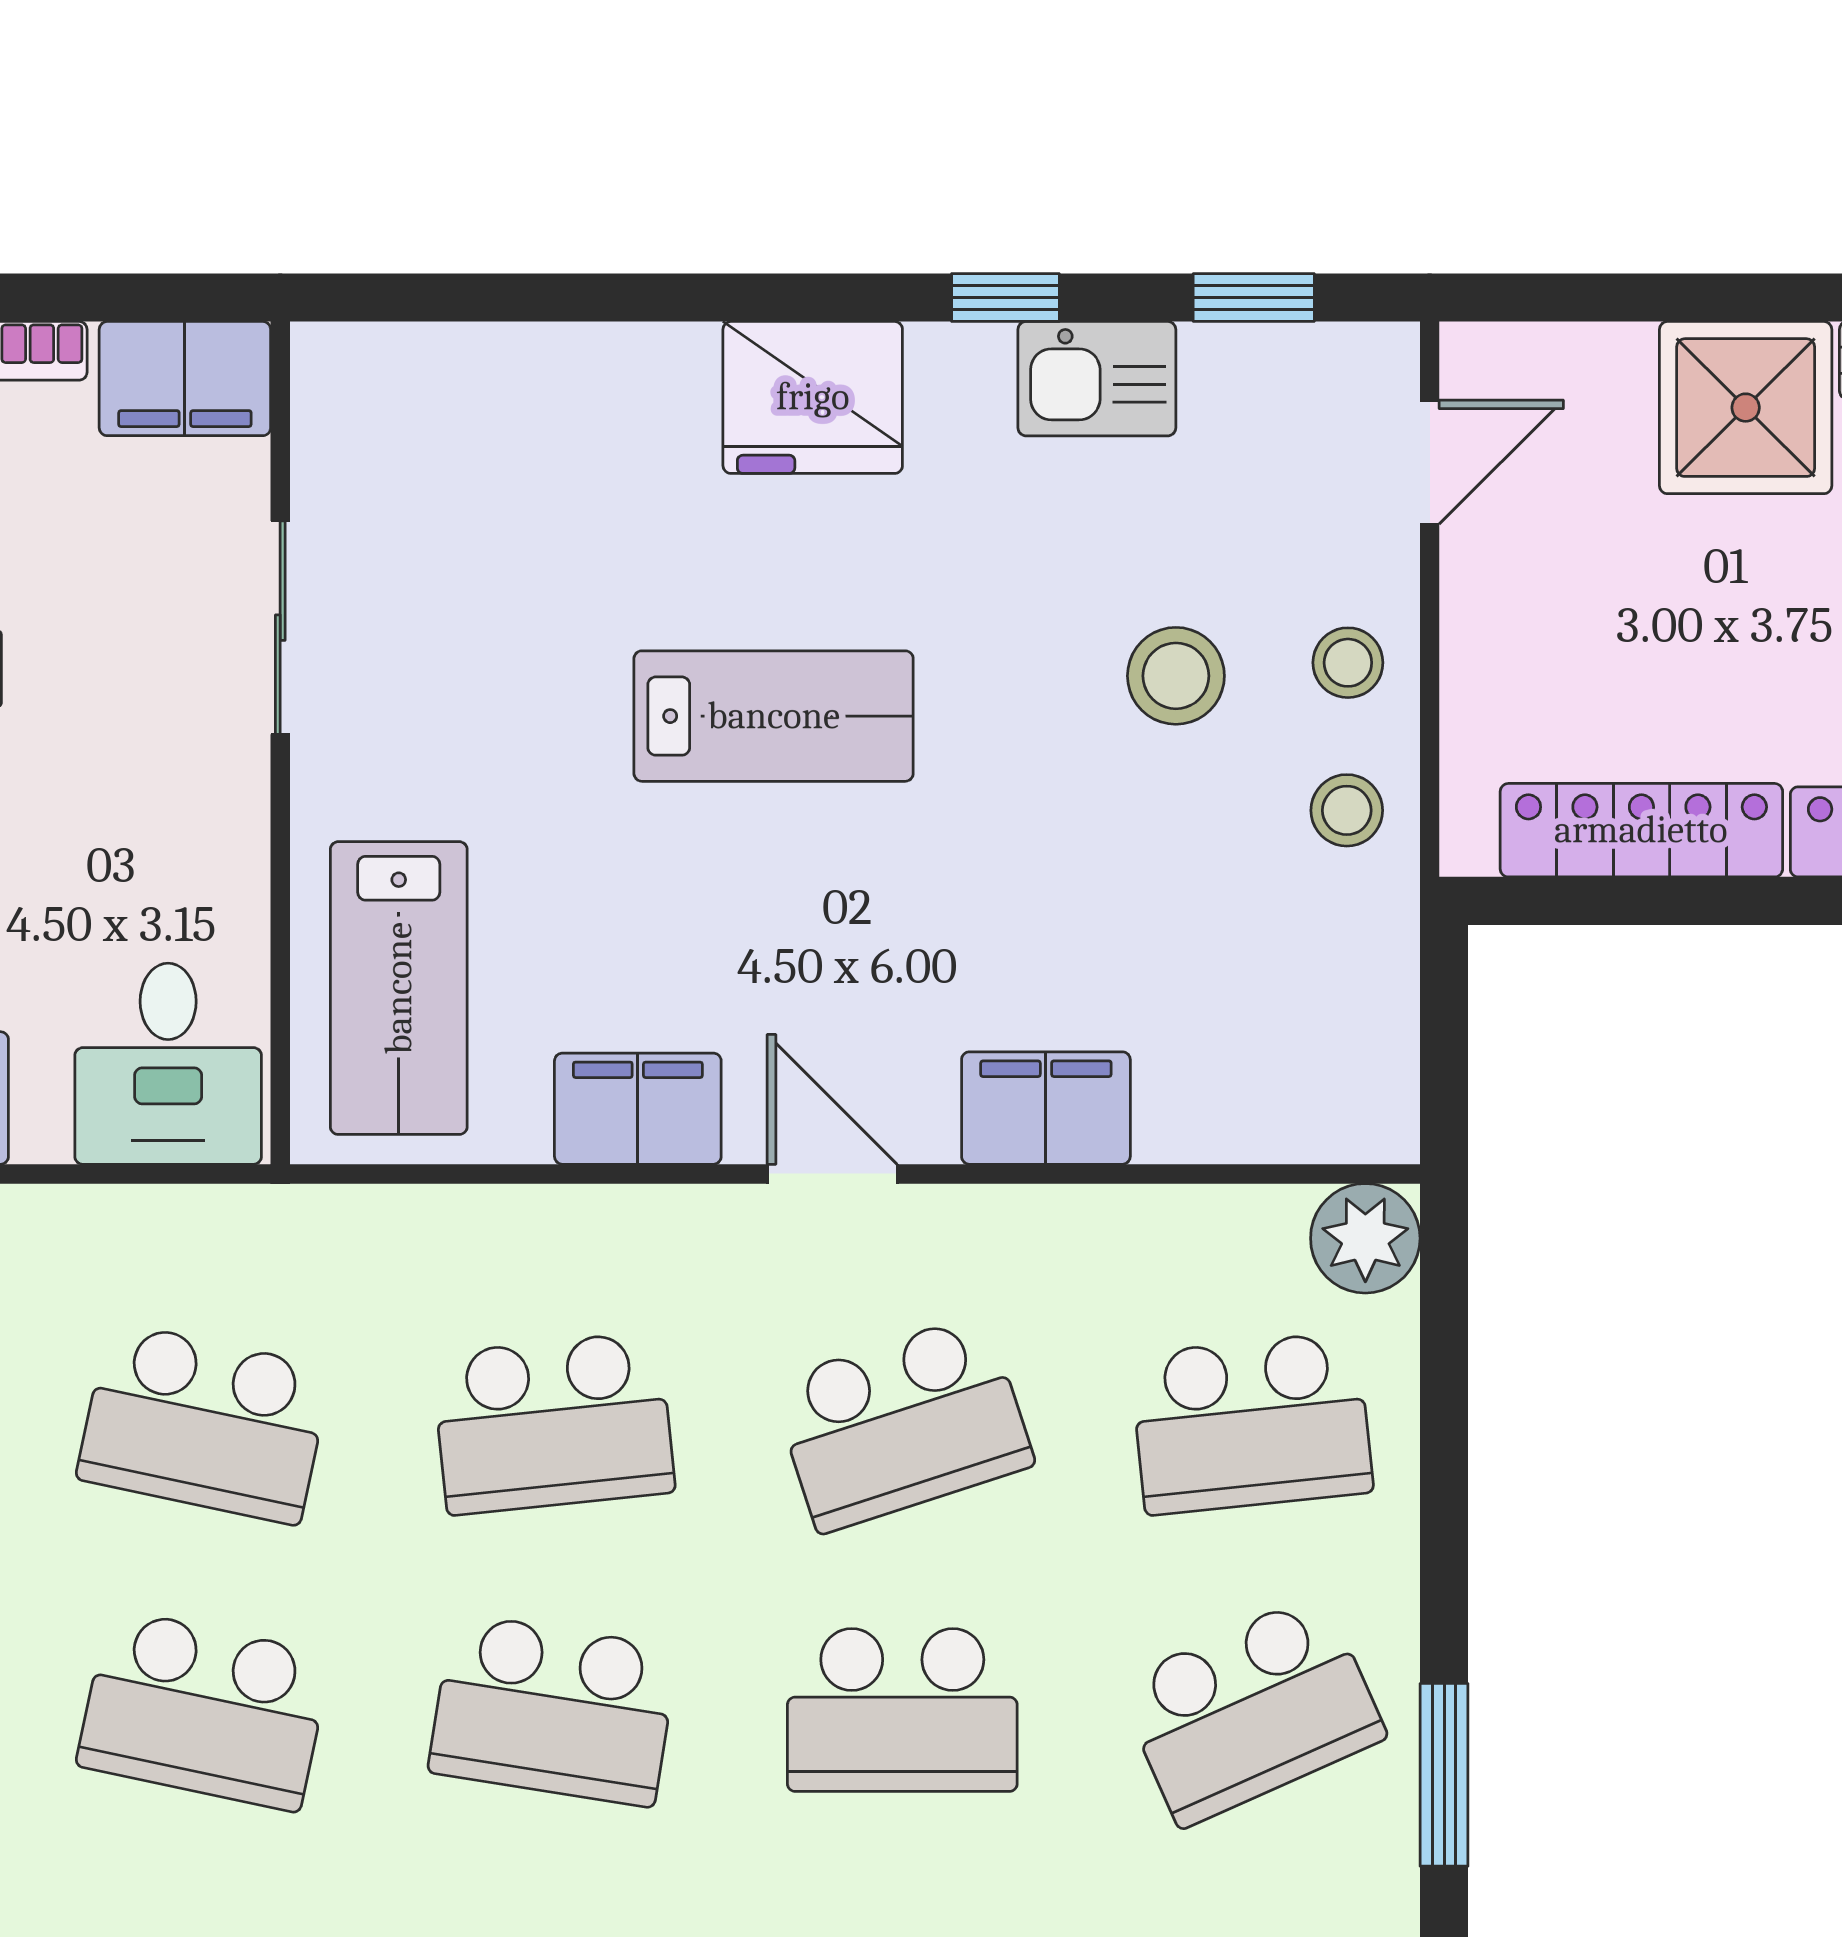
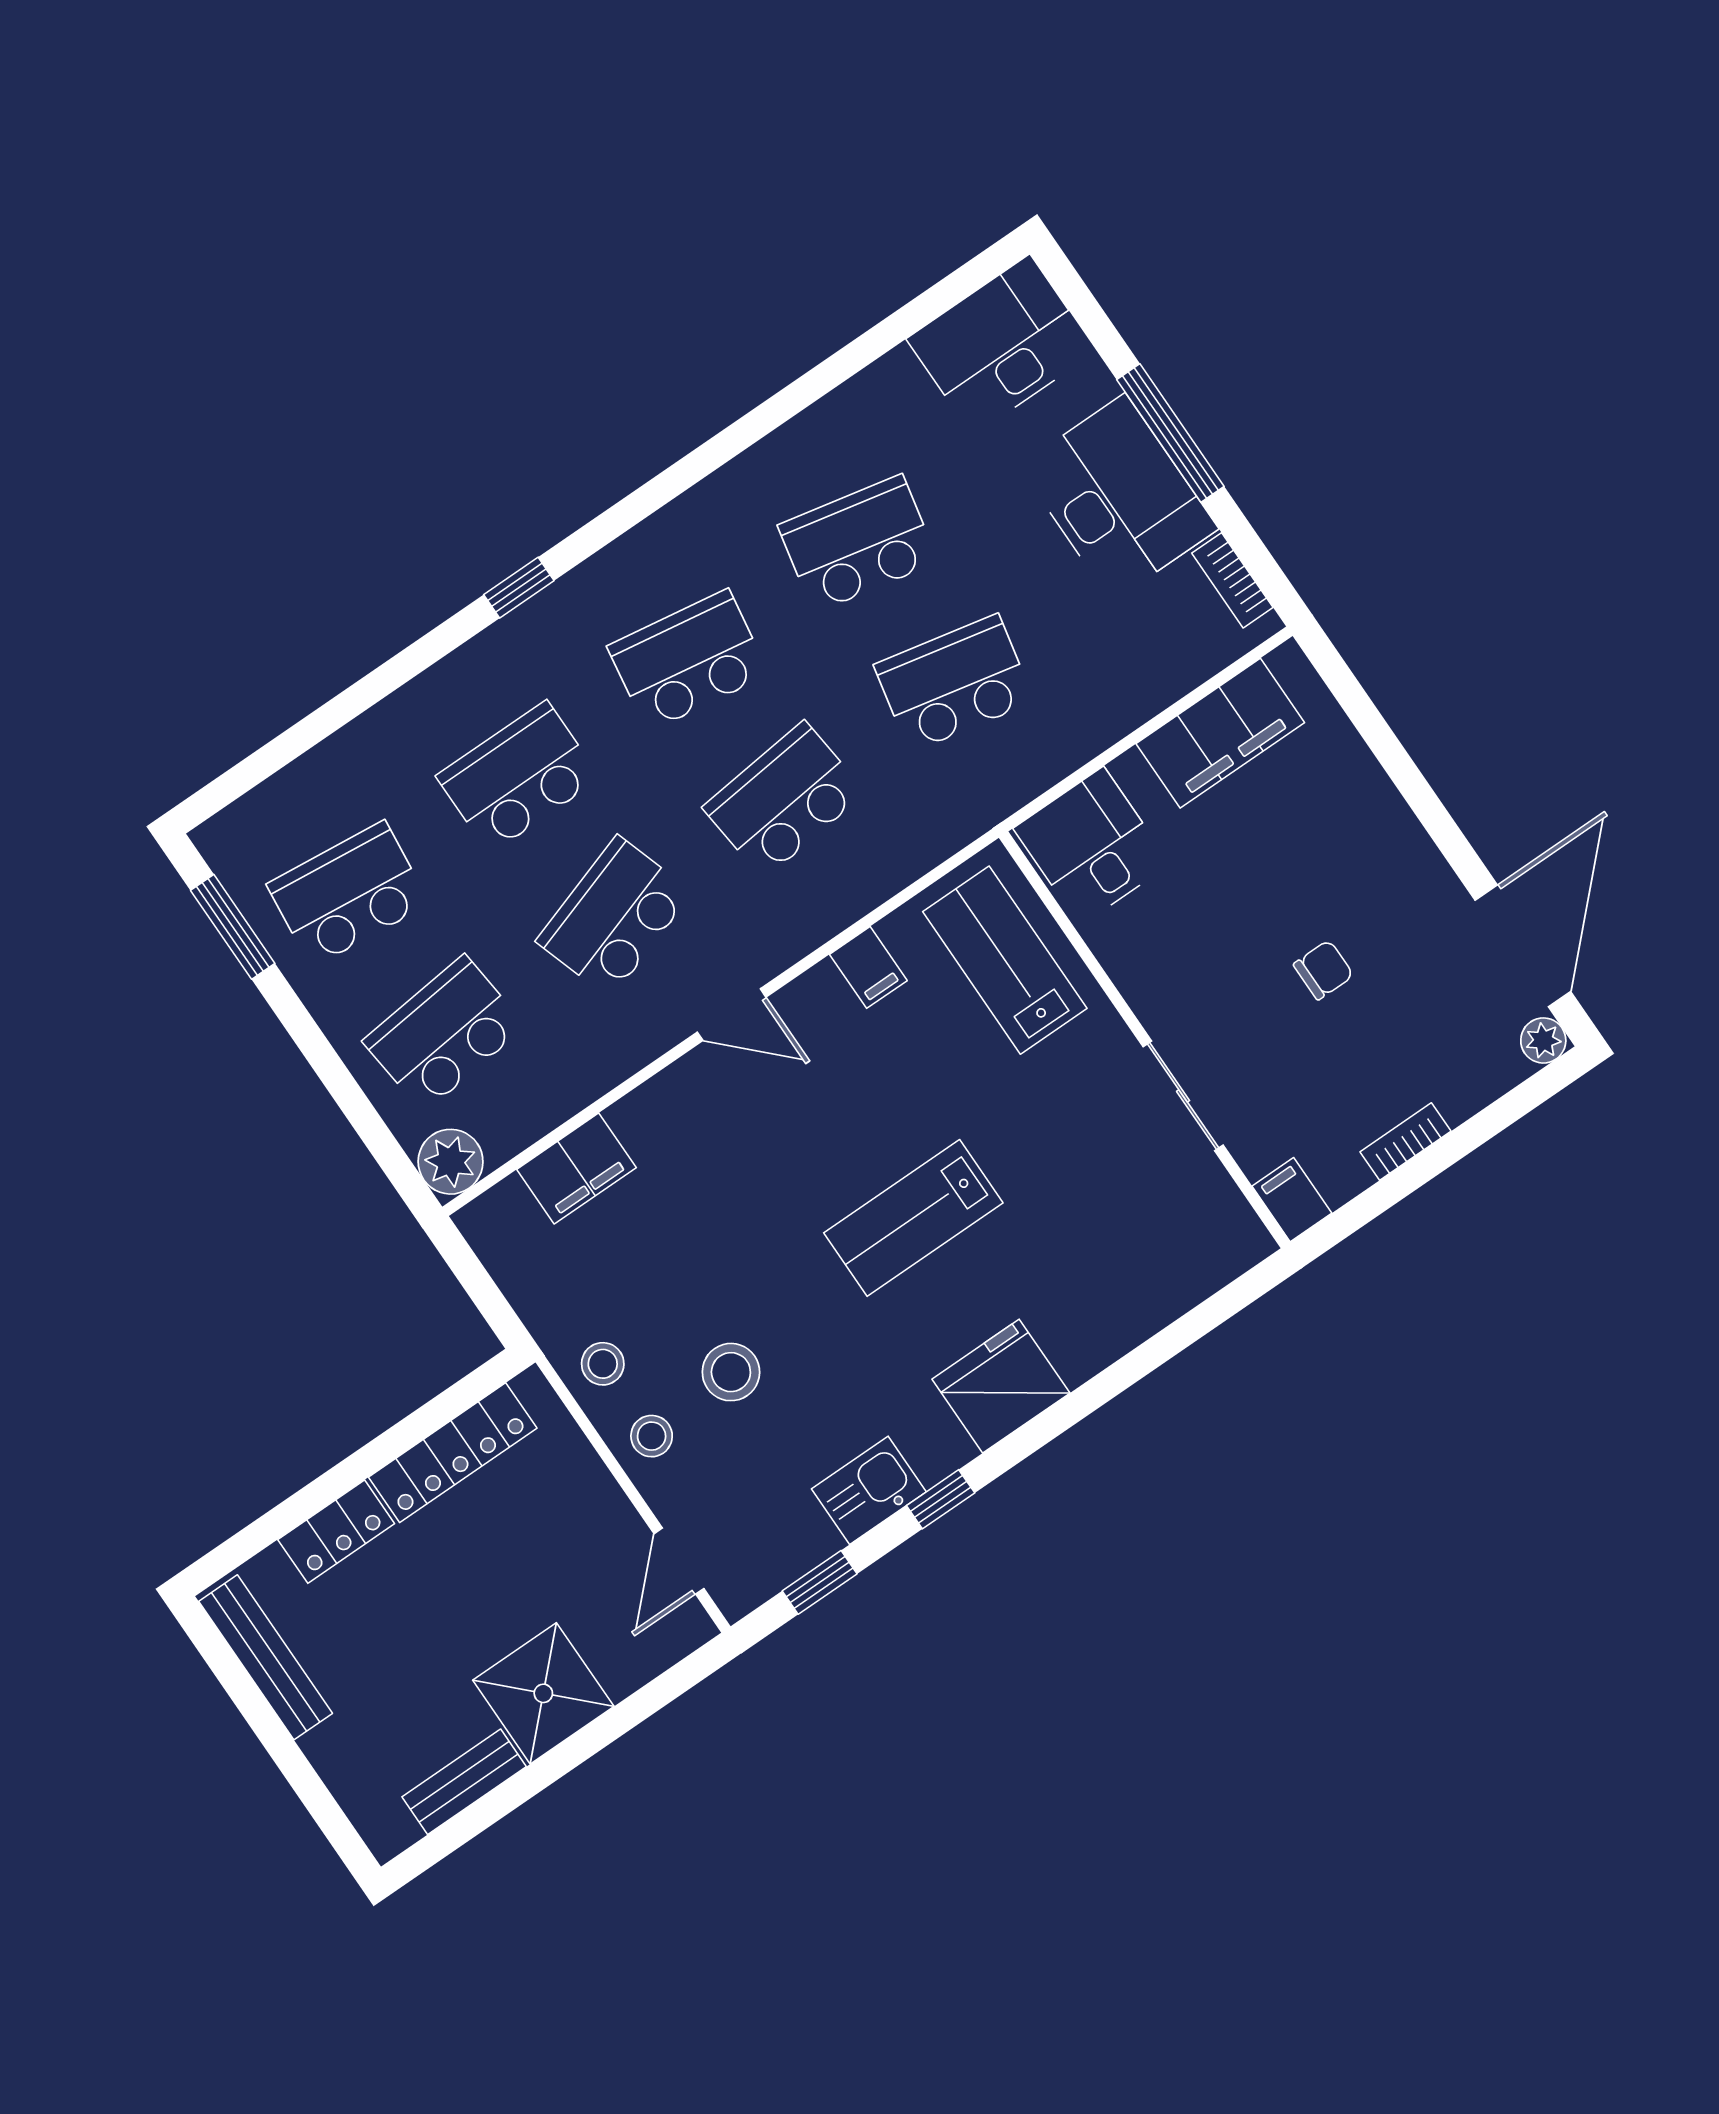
filing cabinet: (185, 379) -> (1292, 1200), width x0.50
filing cabinet: (1046, 1108) -> (576, 1168), moved
filing cabinet: (638, 1109) -> (868, 967), width x0.50
school desk: (1251, 1710) -> (348, 894), turned 30

